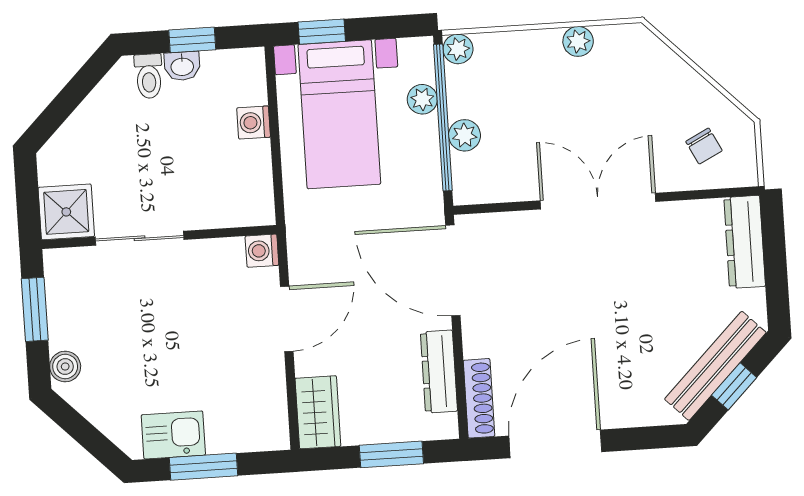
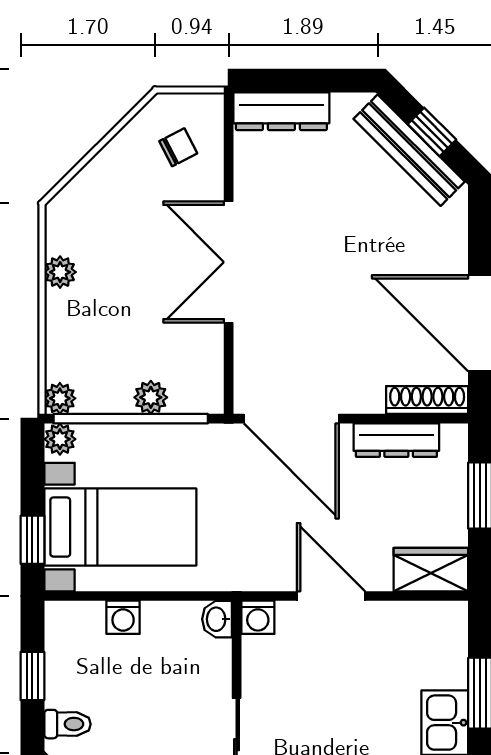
washbasin: (182, 66) -> (217, 619), moved, turned 180
plant: (422, 99) -> (60, 439), moved
door: (453, 270) -> (291, 419), hinge flipped

